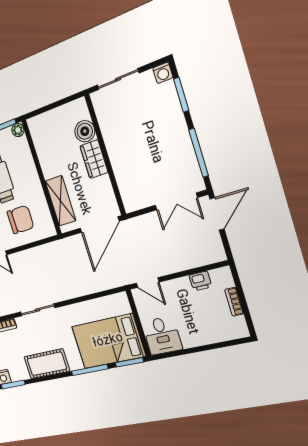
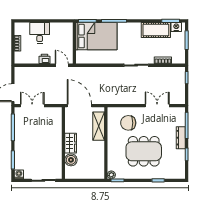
door: (99, 225) -> (79, 106), hinge flipped
printer: (200, 281) -> (45, 59), moved
desk: (162, 336) -> (40, 33), moved
cot: (47, 364) -> (156, 30), moved

